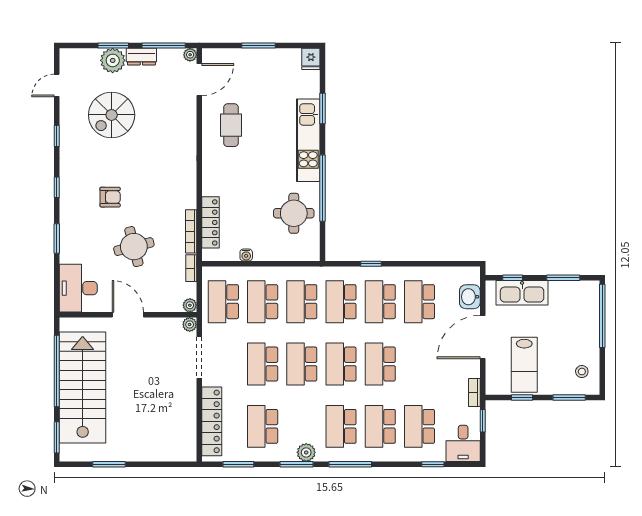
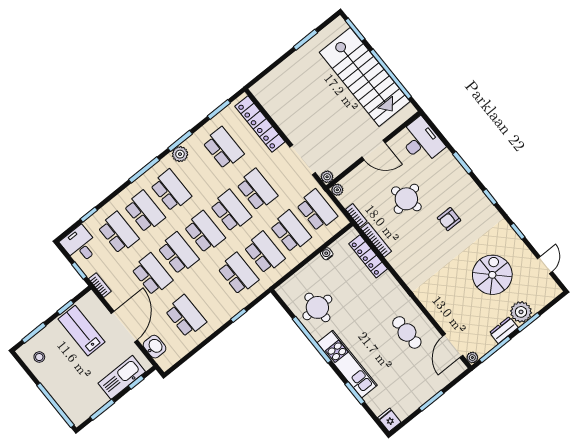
school desk: (380, 302) -> (152, 274), moved

